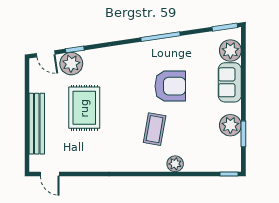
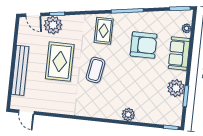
plant: (230, 50) -> (186, 28), width x0.53, depth x0.53
rug: (134, 64) -> (104, 31), added
armchair: (170, 86) -> (144, 45), moved
coffee table: (155, 129) -> (96, 70), moved

